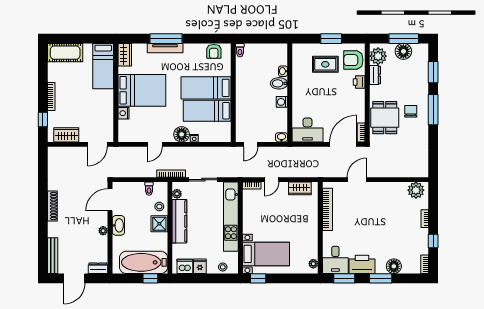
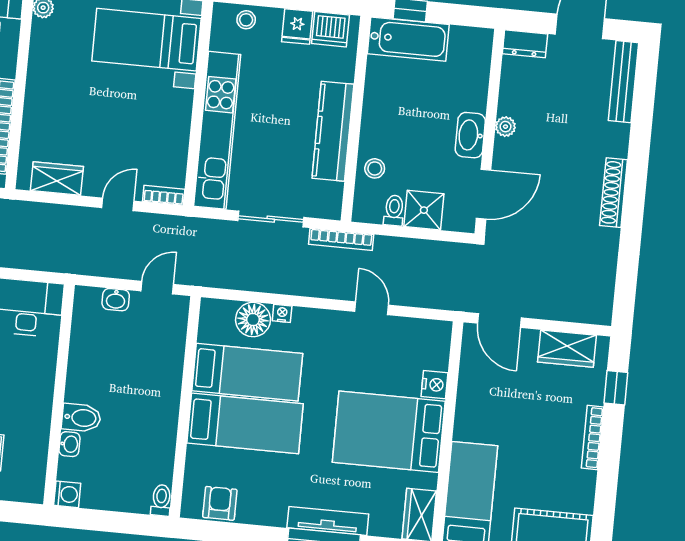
washing machine: (282, 102) -> (67, 494), moved
floor lamp: (182, 134) -> (253, 320), moved
washbasin: (282, 137) -> (116, 300), moved
door: (97, 144) -> (499, 321), swing flipped
door: (155, 144) -> (372, 308), hinge flipped
plant: (177, 194) -> (333, 193), removed
shower: (159, 224) -> (424, 210), moved
bathtub: (144, 262) -> (408, 39), width x0.73, depth x0.73

